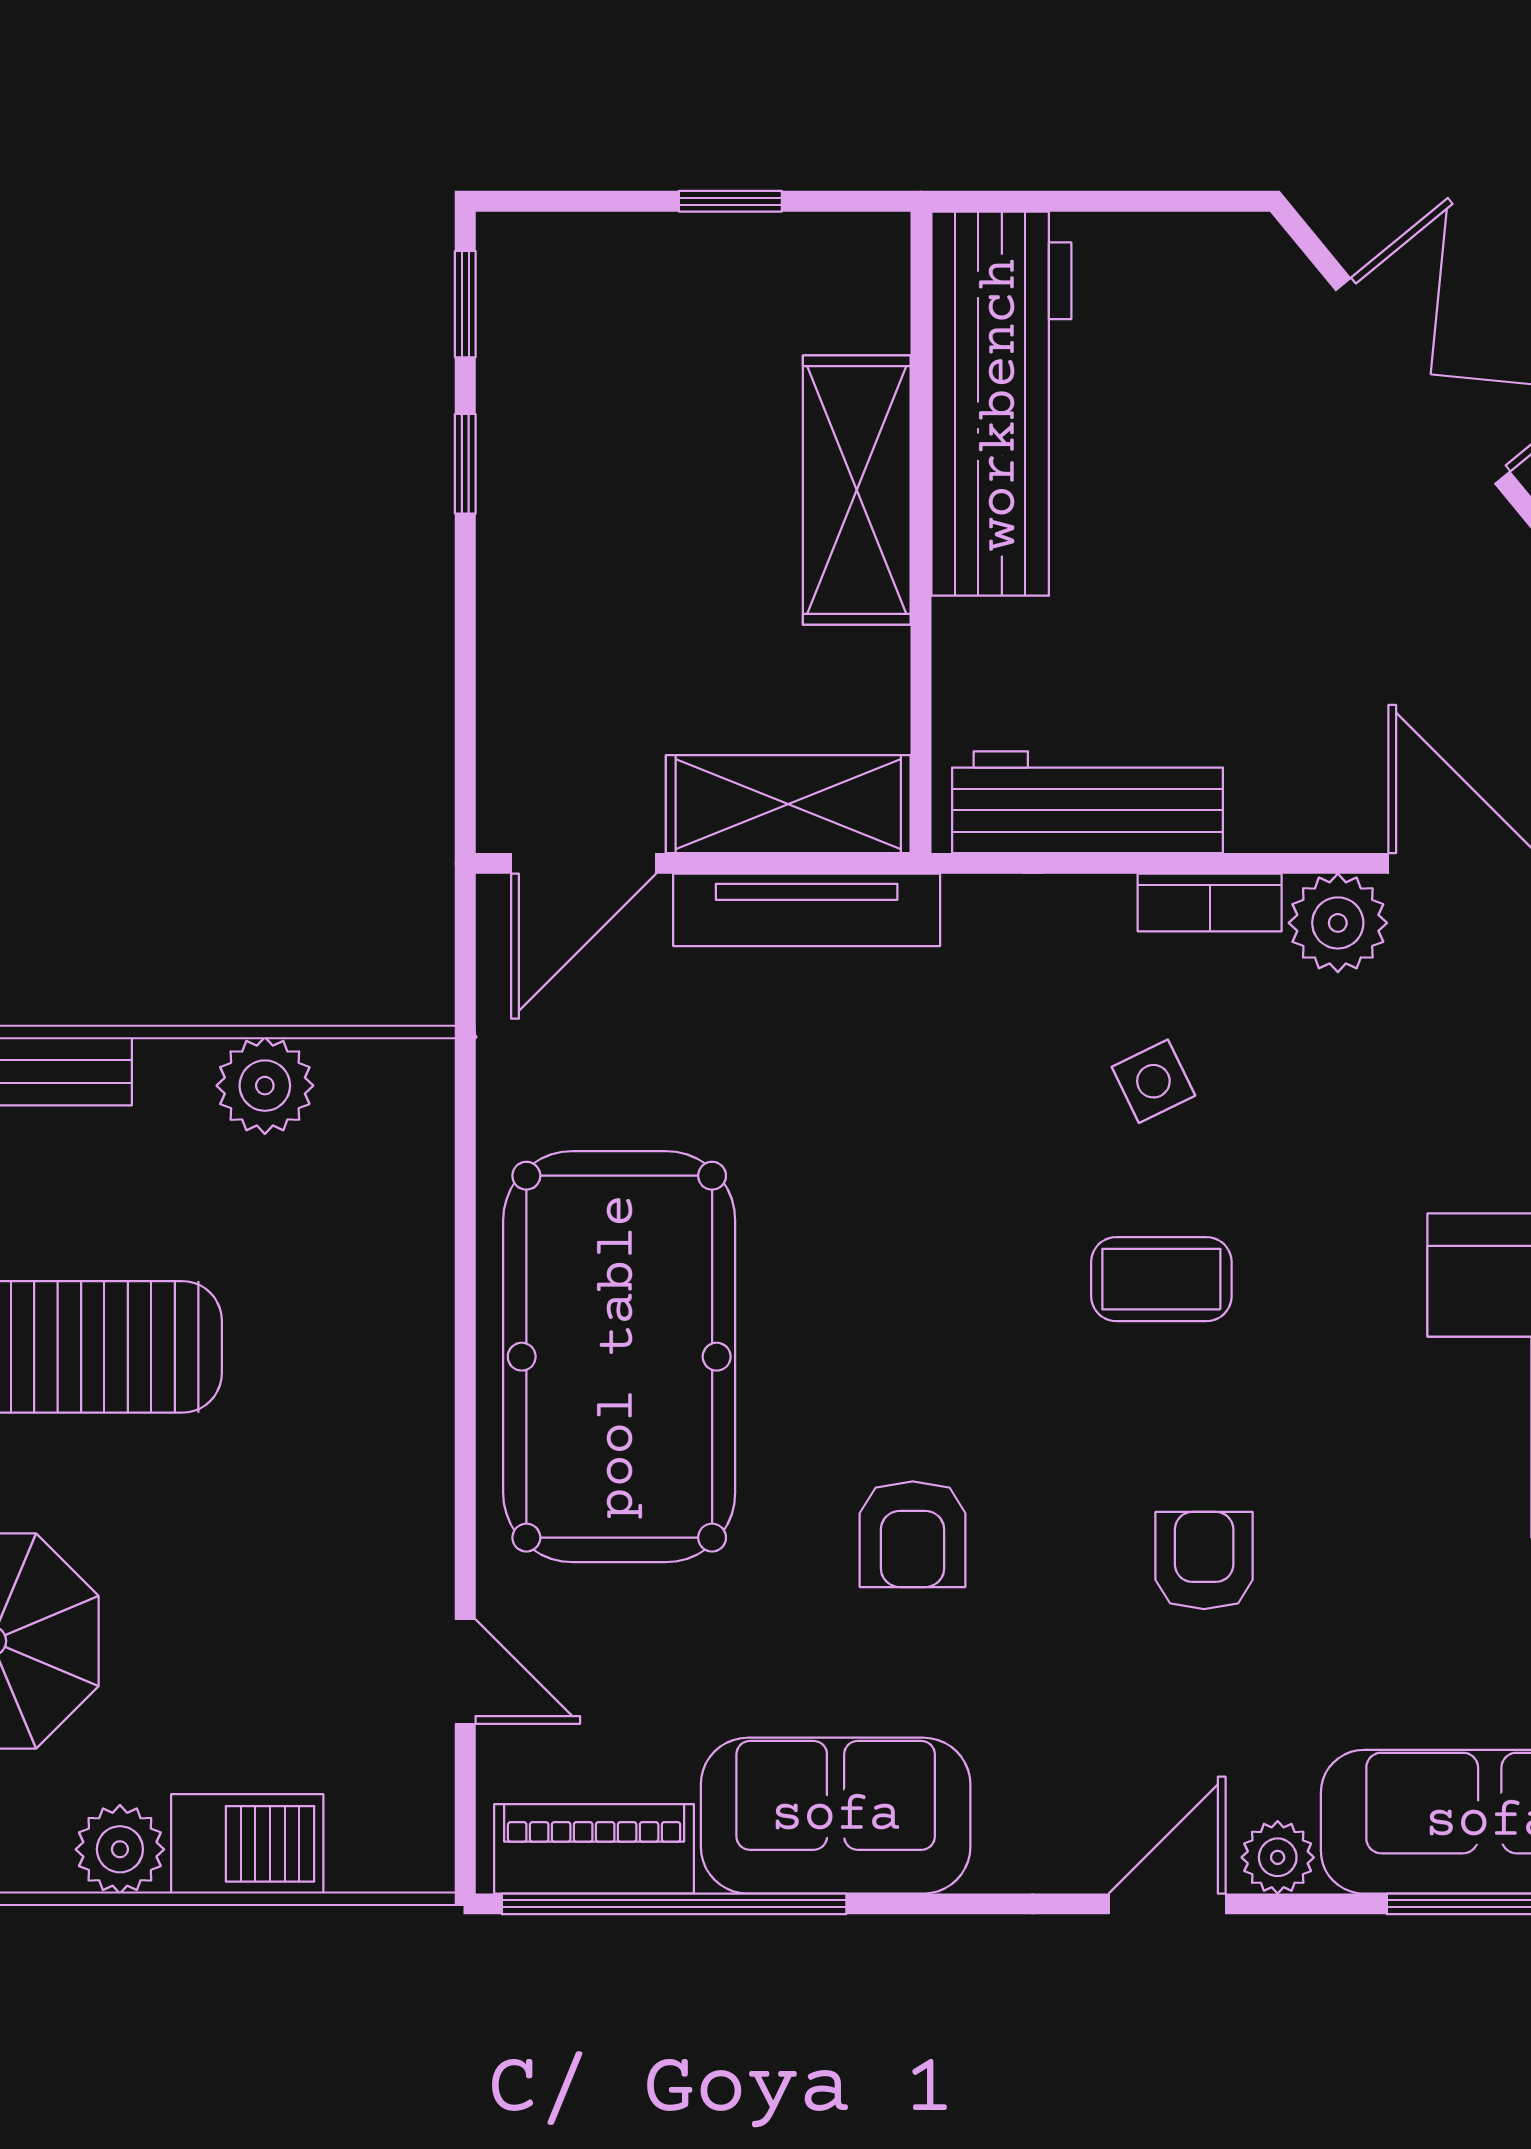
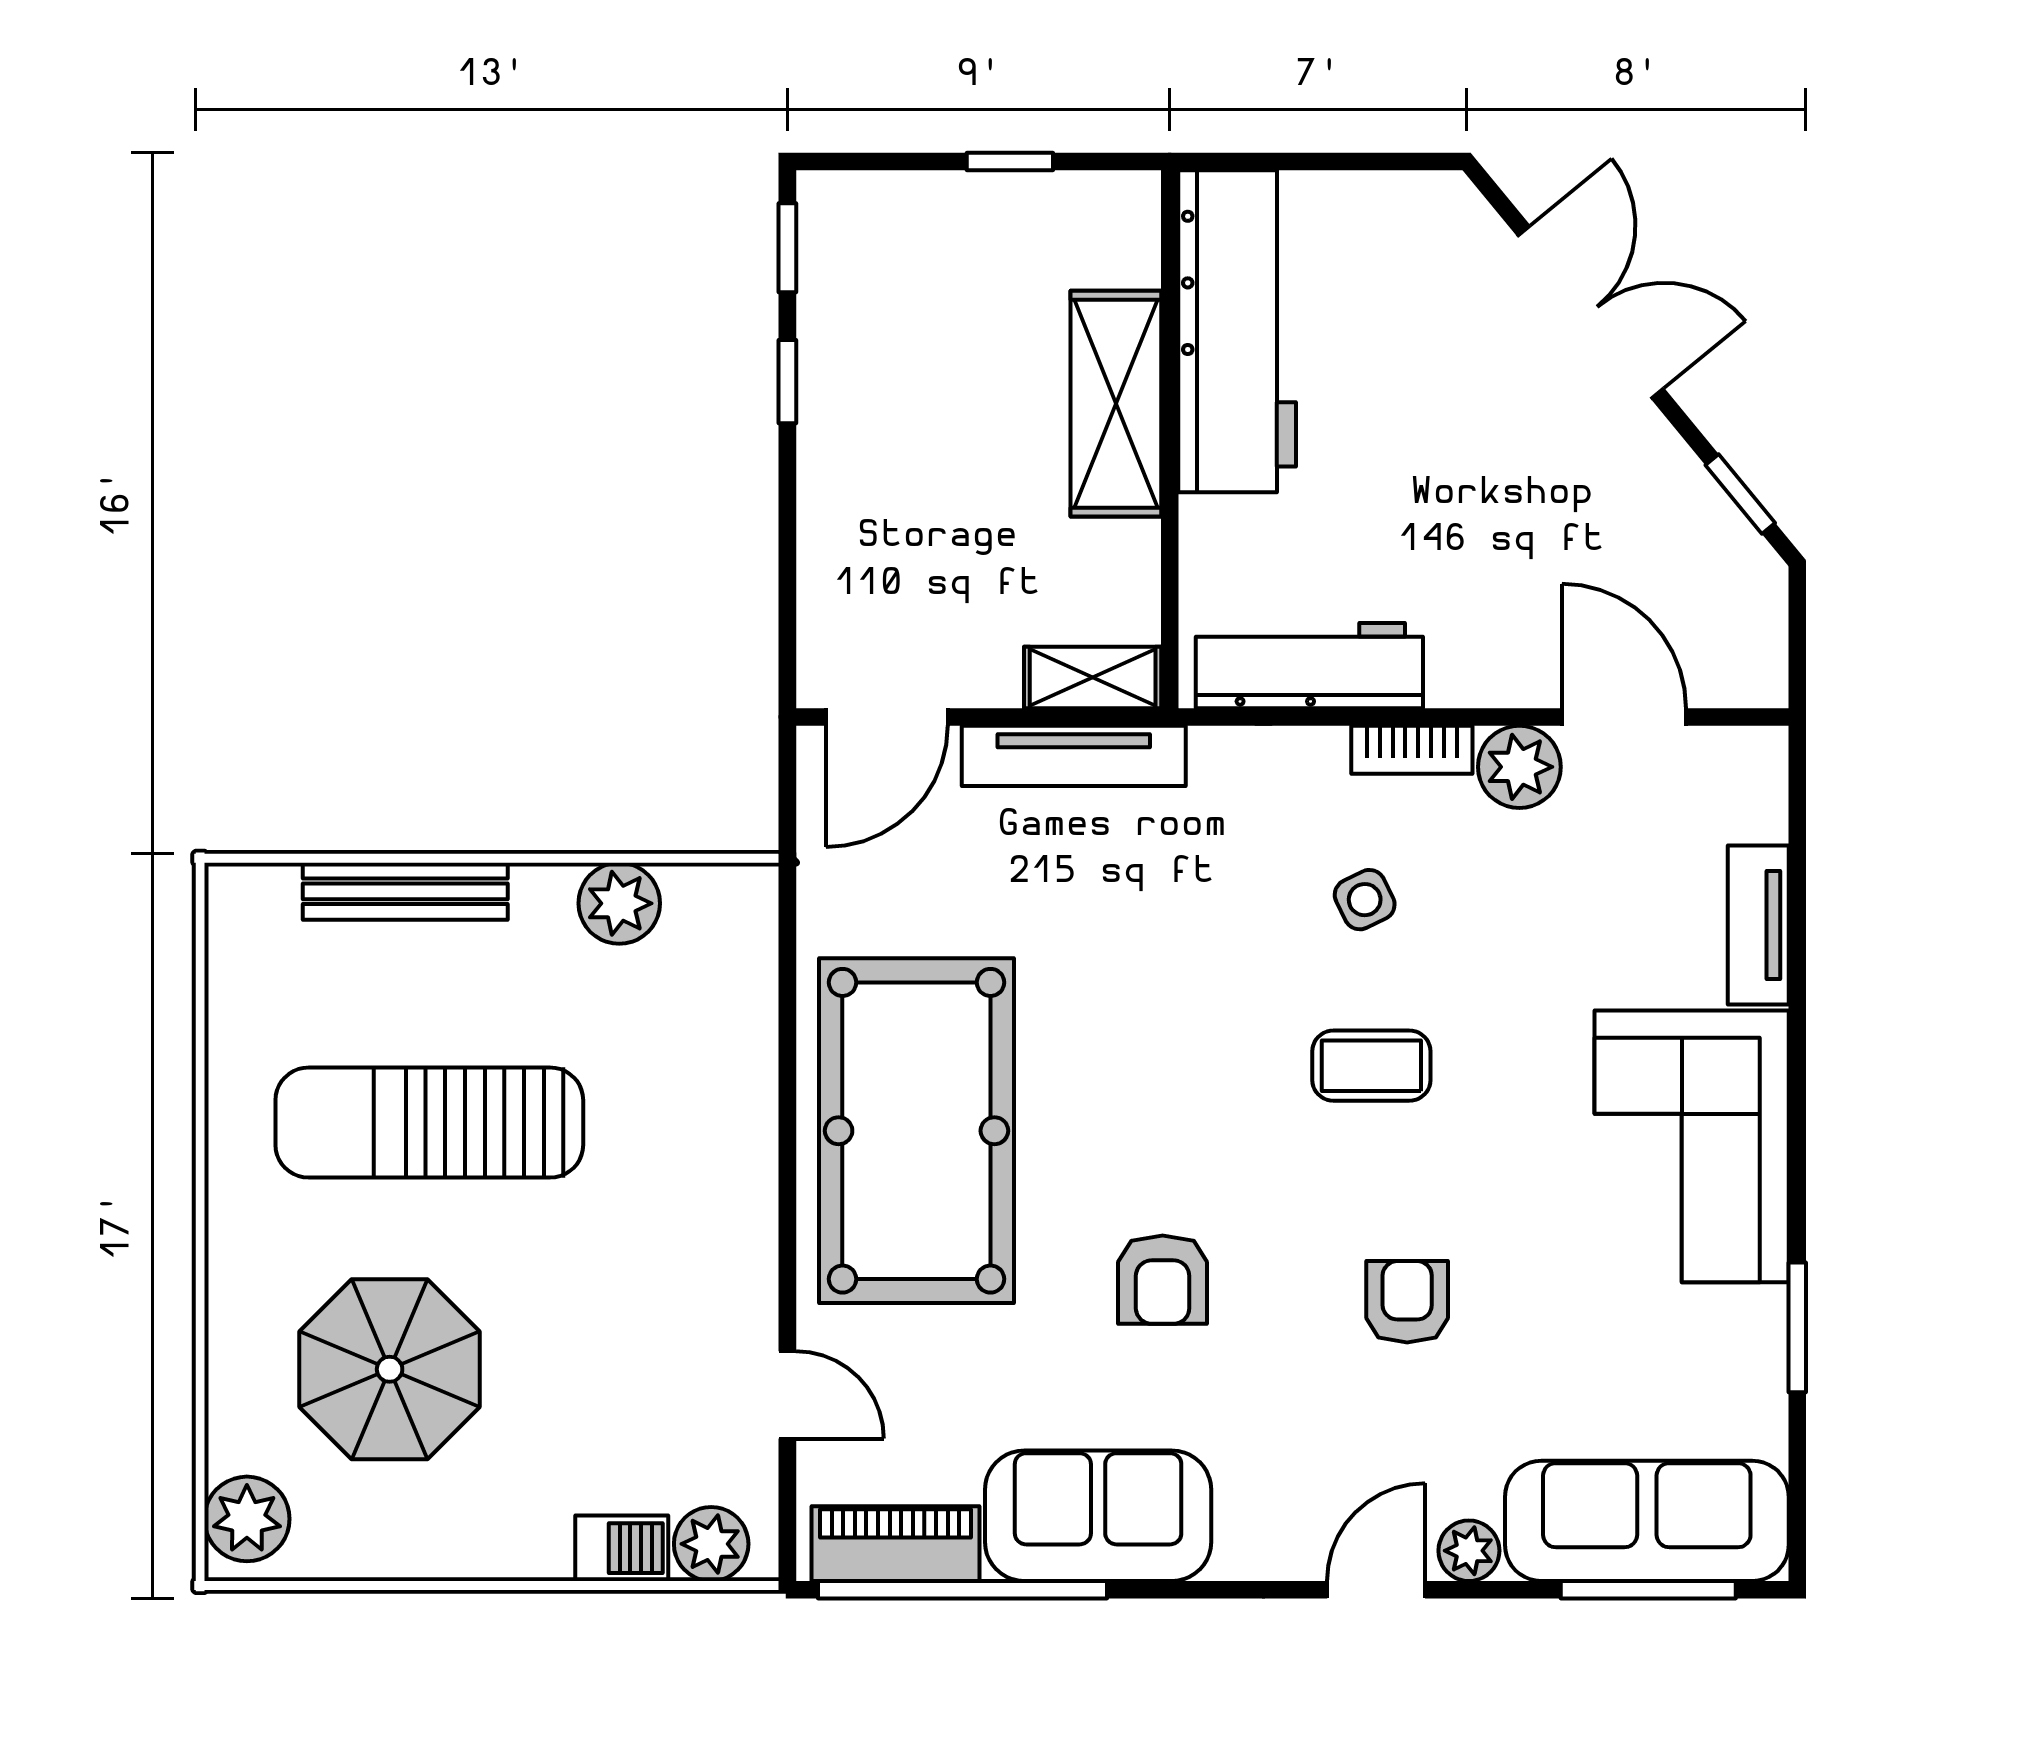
shelving: (788, 804) -> (1093, 677), width x0.67, depth x0.75
barbecue: (247, 1844) -> (622, 1548), width x0.73, depth x0.79
plant: (120, 1849) -> (711, 1544), moved

